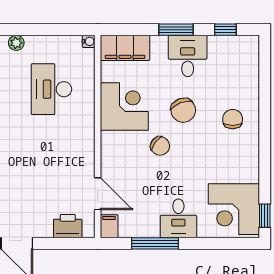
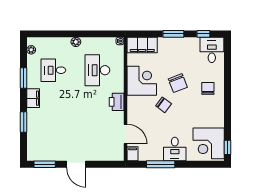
desk: (188, 56) -> (212, 50), moved
printer: (68, 226) -> (117, 102), moved, turned -90

